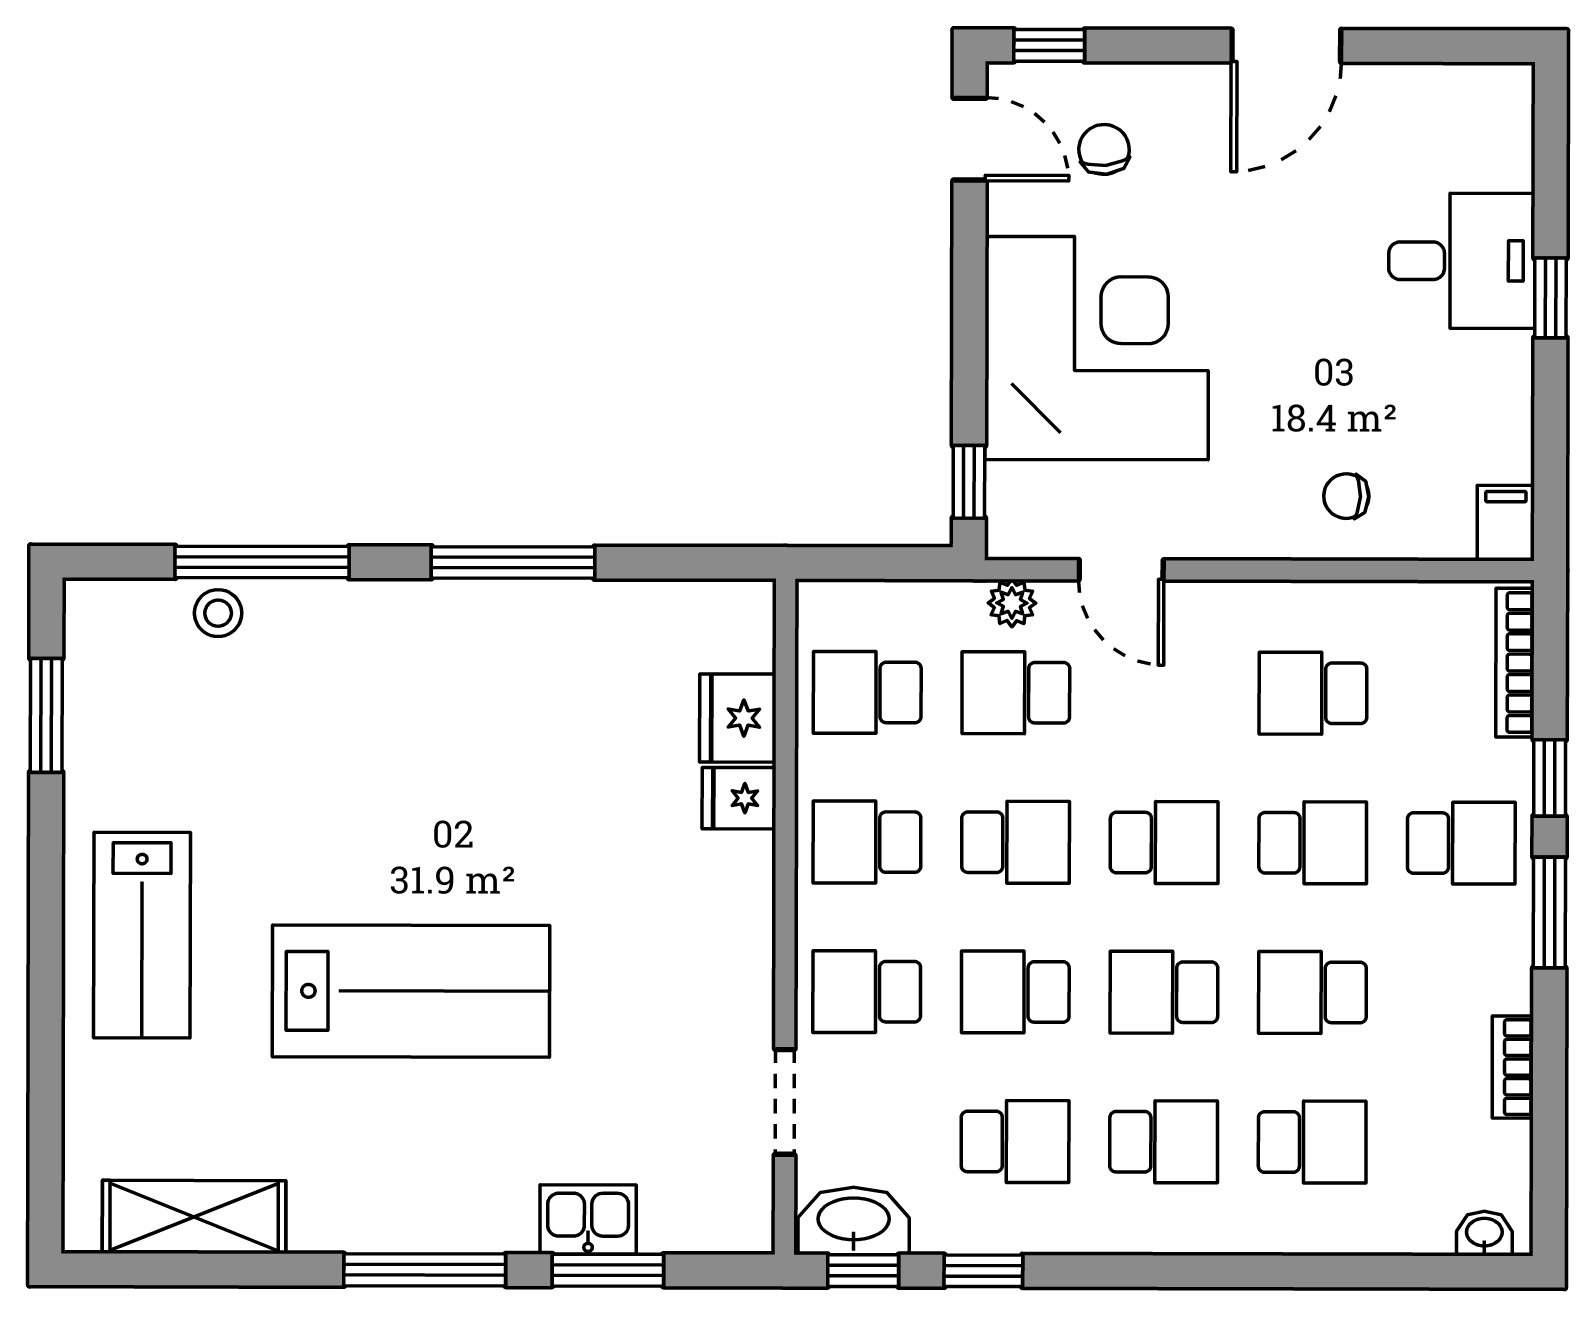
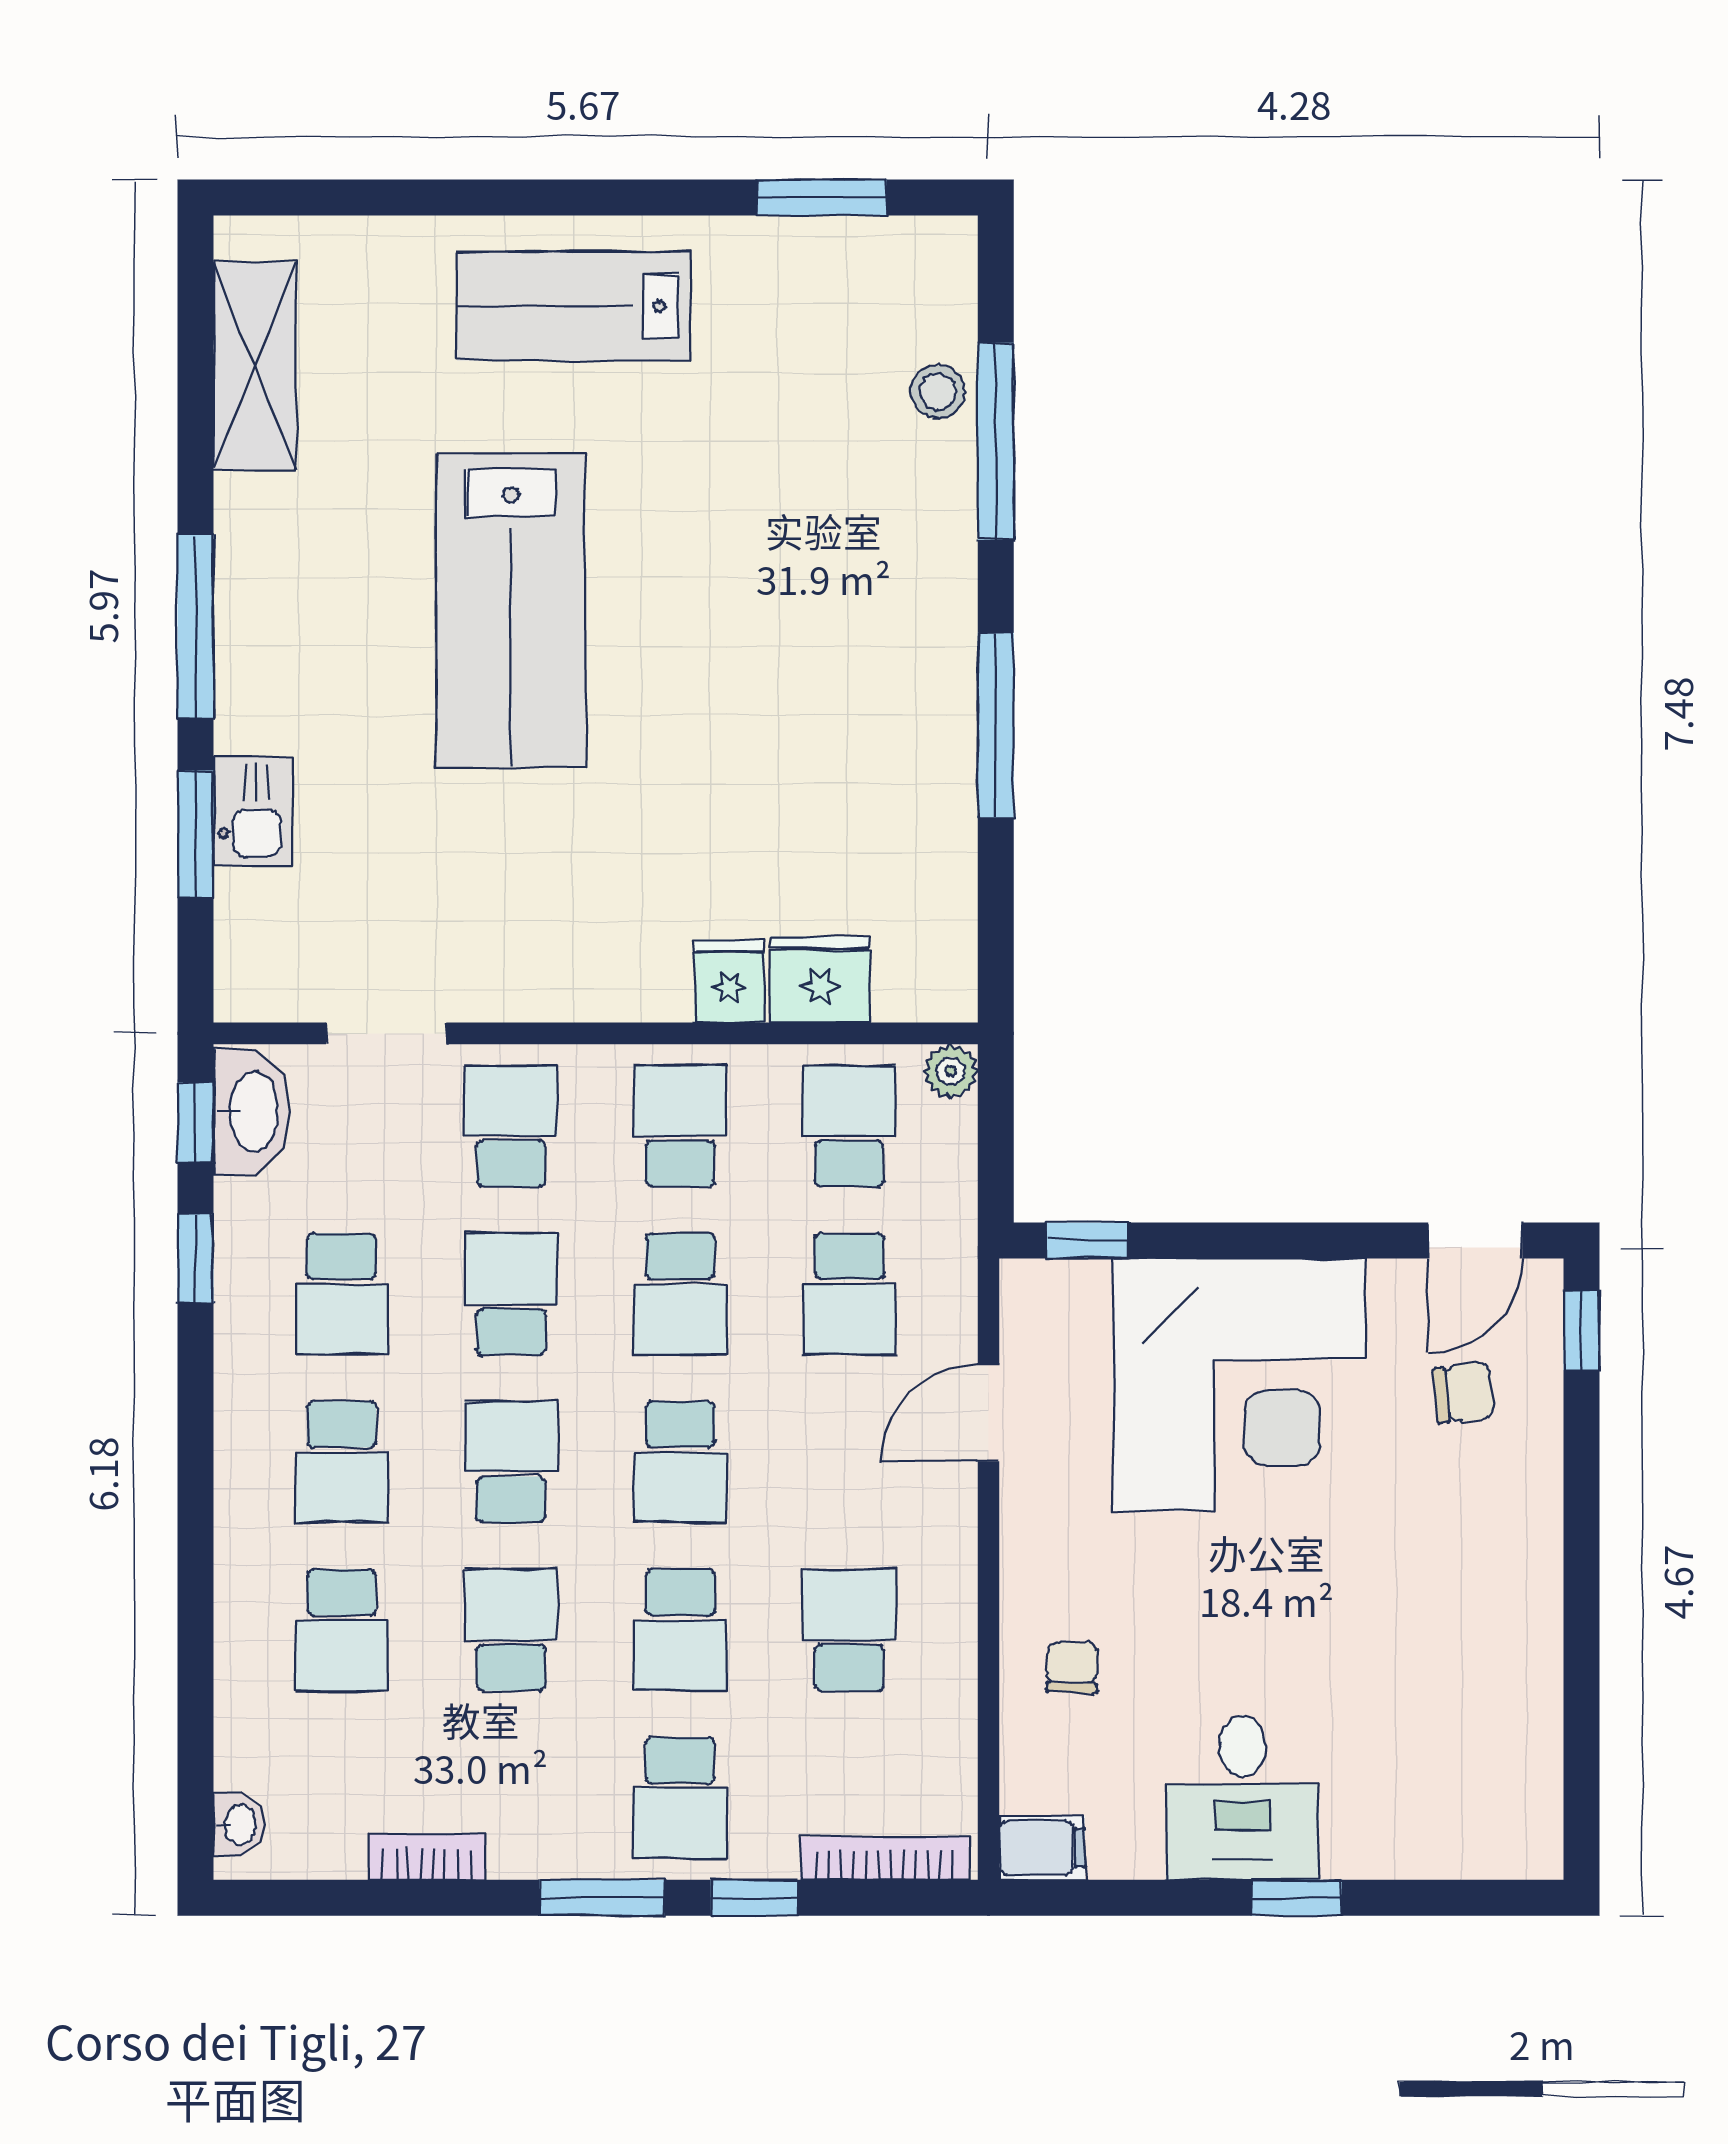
door: (1286, 46) -> (1581, 1599), removed
desk: (1462, 261) -> (1242, 1797), moved
plant: (1012, 603) -> (951, 1071), moved
school desk: (1016, 693) -> (849, 1294), turned 180

